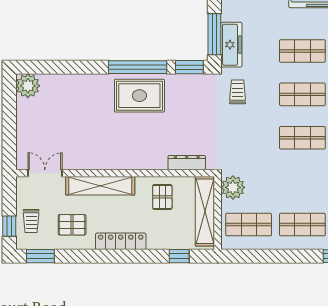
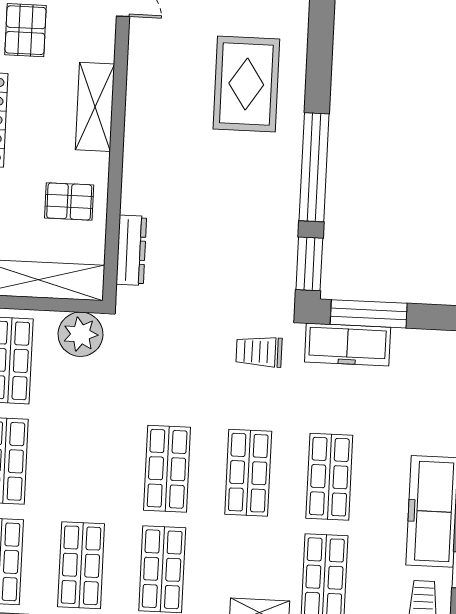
trolley: (238, 92) -> (259, 352), turned 180
rug: (139, 96) -> (246, 84), moved
shelving: (100, 186) -> (95, 107), width x0.68

